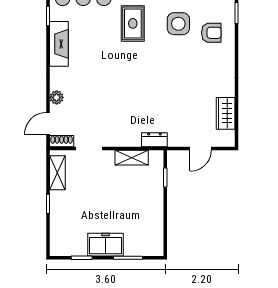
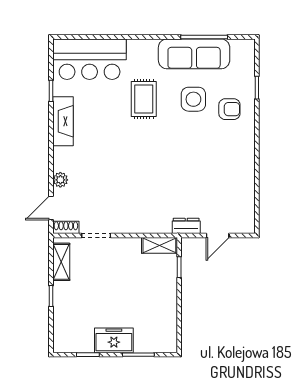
wardrobe: (226, 113) -> (245, 197), removed
dresser: (154, 140) -> (186, 226), moved
shelving: (132, 158) -> (159, 245), moved

